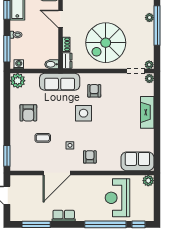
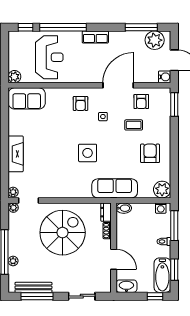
armchair: (94, 91) -> (141, 102), moved
water cooler: (15, 180) -> (165, 77), added
plant: (24, 213) -> (155, 40), added
row of seats: (64, 216) -> (95, 37), moved

